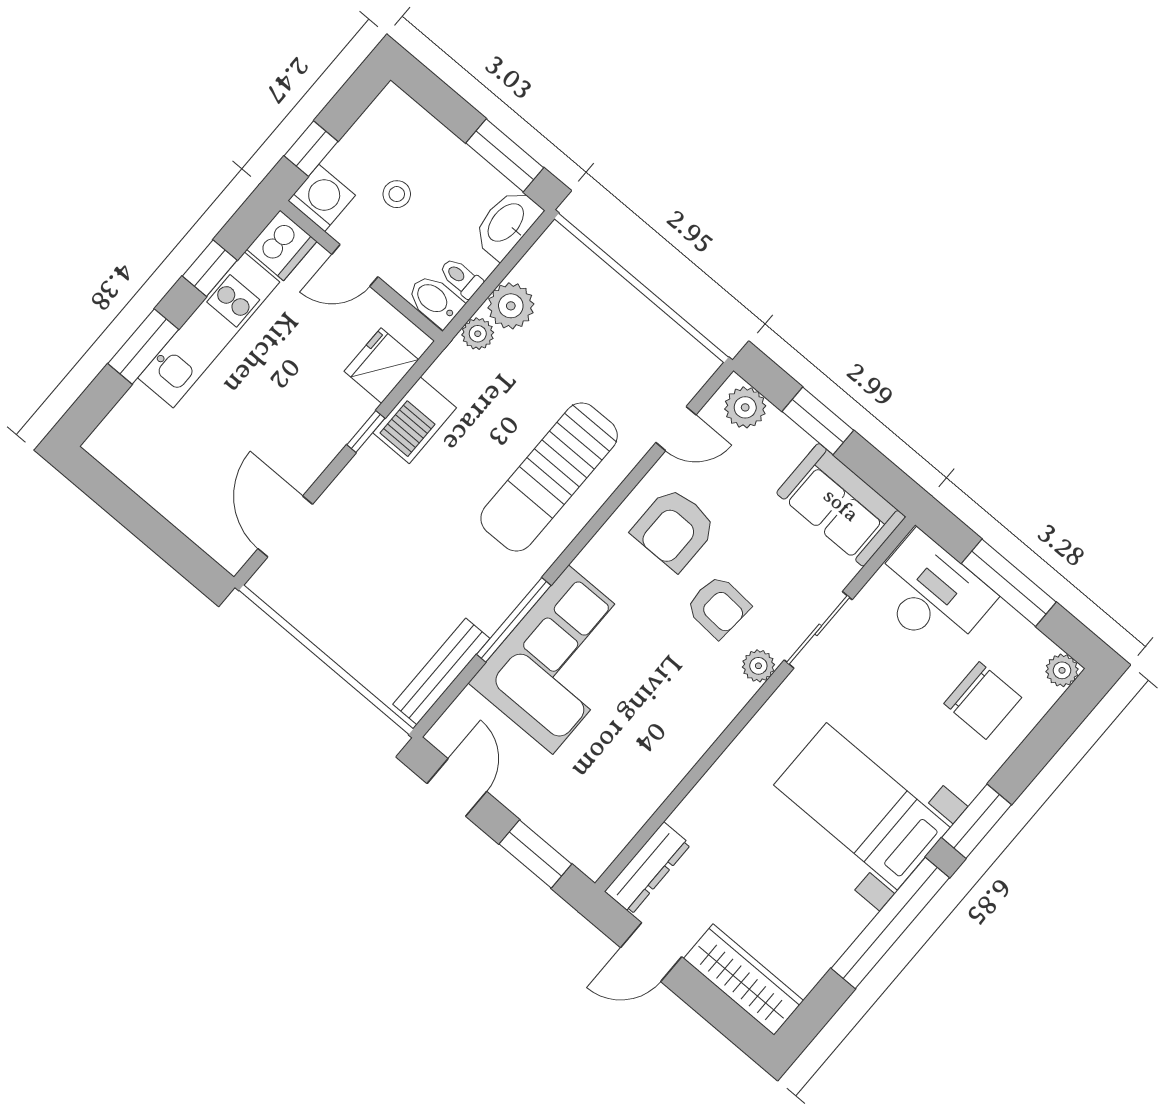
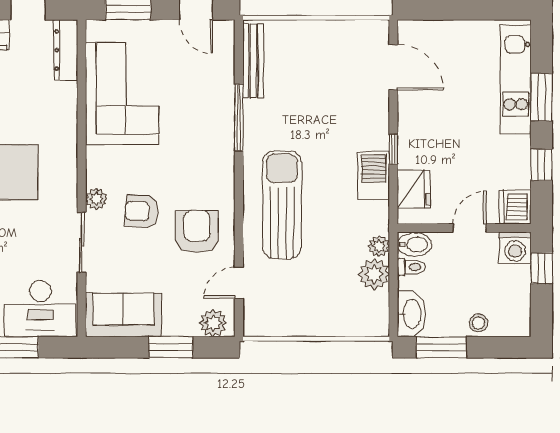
stool: (397, 194) -> (478, 323), moved
kitchen unit: (209, 330) -> (516, 79), moved
corner sofa: (560, 660) -> (122, 93), moved, turned 180

